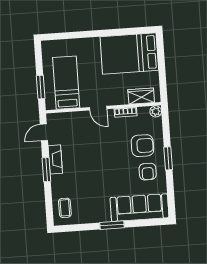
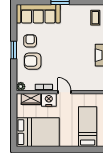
bed: (66, 83) -> (88, 127), moved, turned 180
nightstand: (118, 97) -> (49, 100), added

